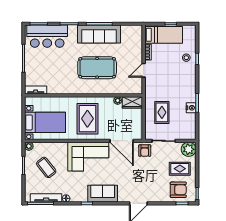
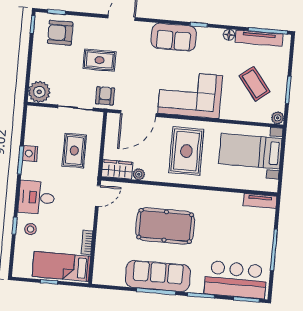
door: (144, 70) -> (98, 196), moved
desk: (184, 79) -> (37, 198), added
door: (122, 141) -> (138, 113), swing flipped
rug: (180, 169) -> (100, 60), moved

